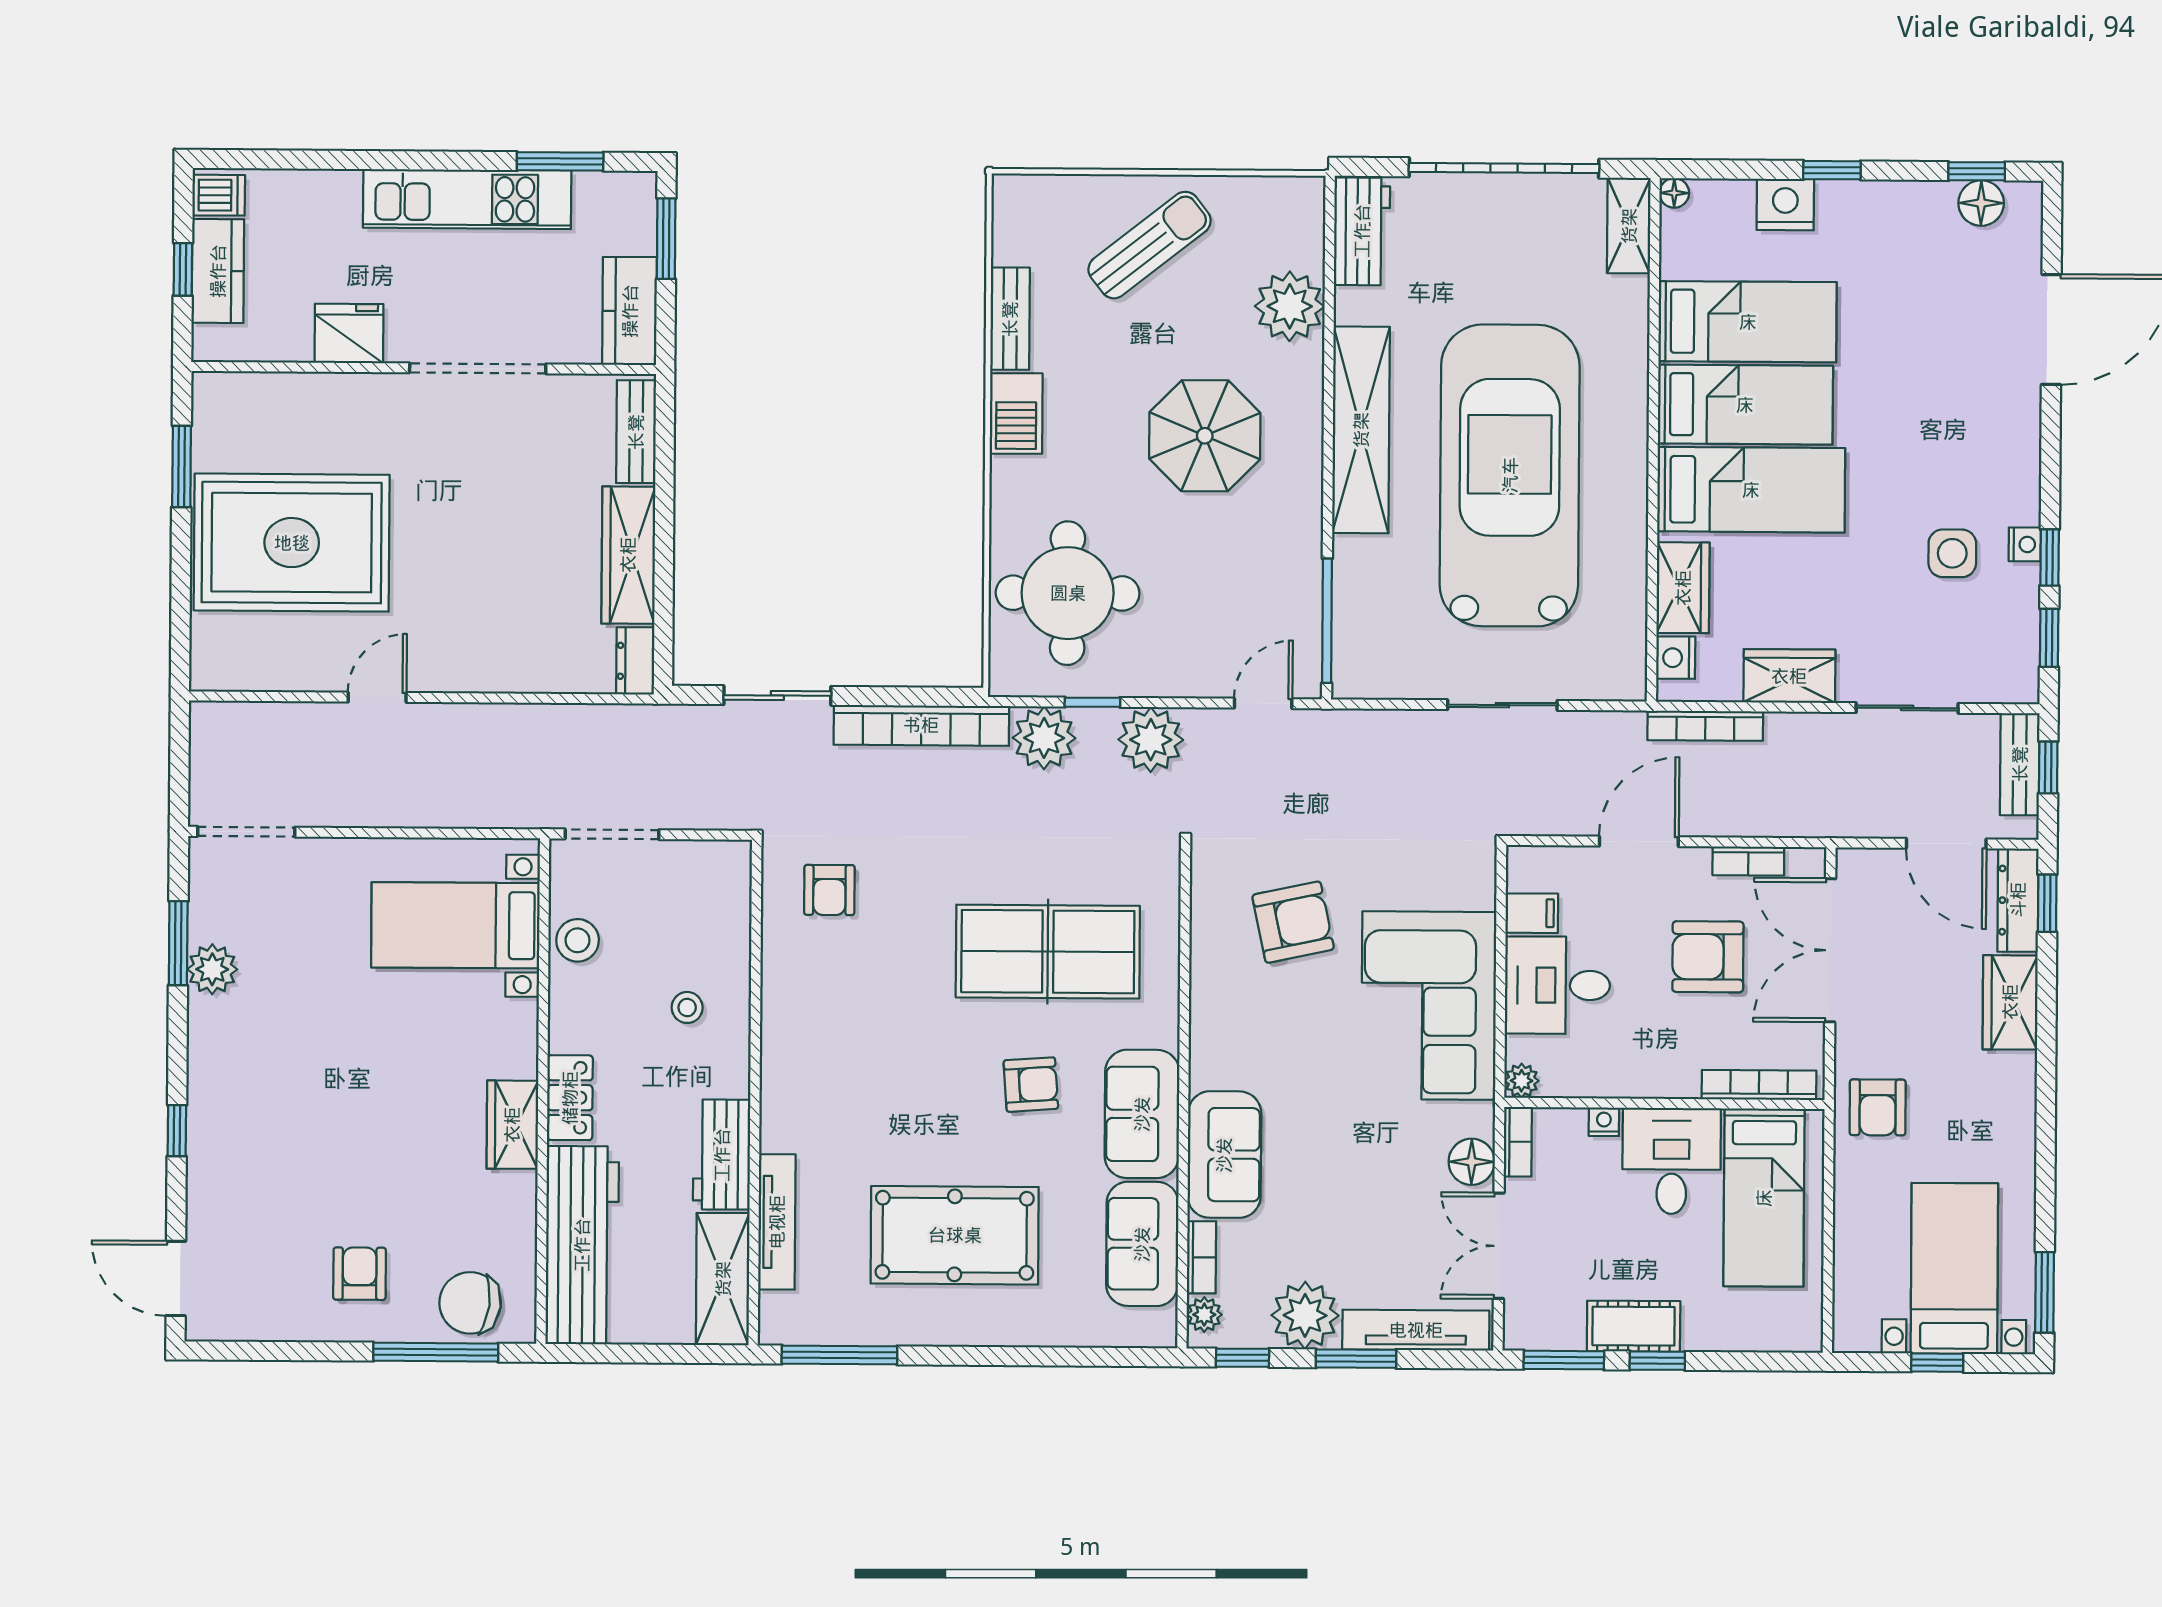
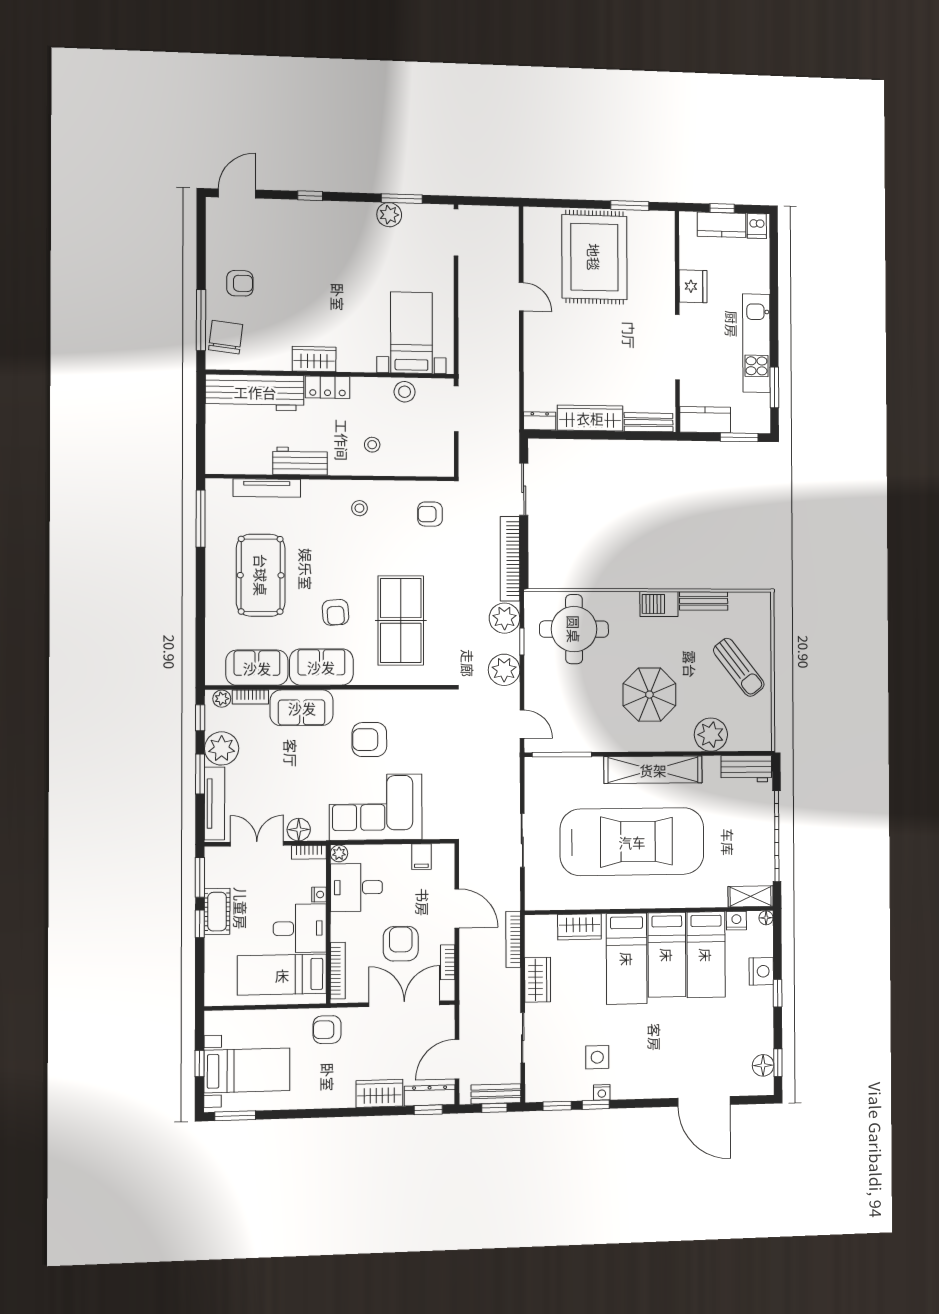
nightstand: (1676, 658) -> (736, 921), moved
armchair: (1293, 922) -> (369, 740), moved, turned 102
desk: (1557, 985) -> (356, 887), moved, turned -90
stool: (818, 1034) -> (359, 508), added
shelving: (723, 1279) -> (238, 461), removed

